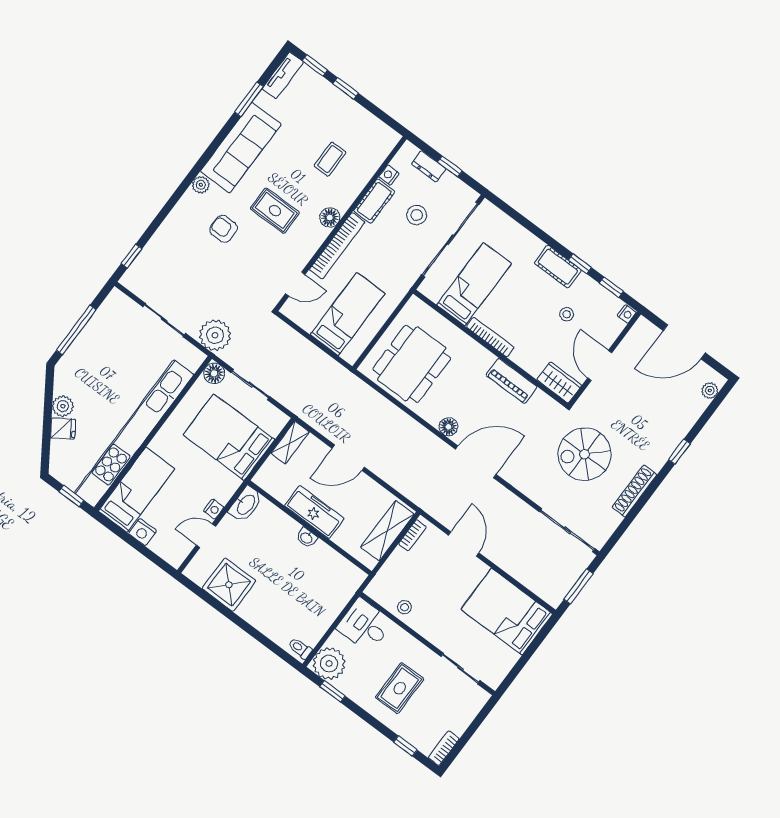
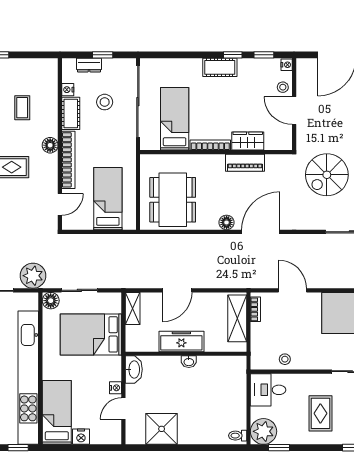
stool: (567, 314) -> (283, 87), moved
wardrobe: (559, 382) -> (248, 141), moved

